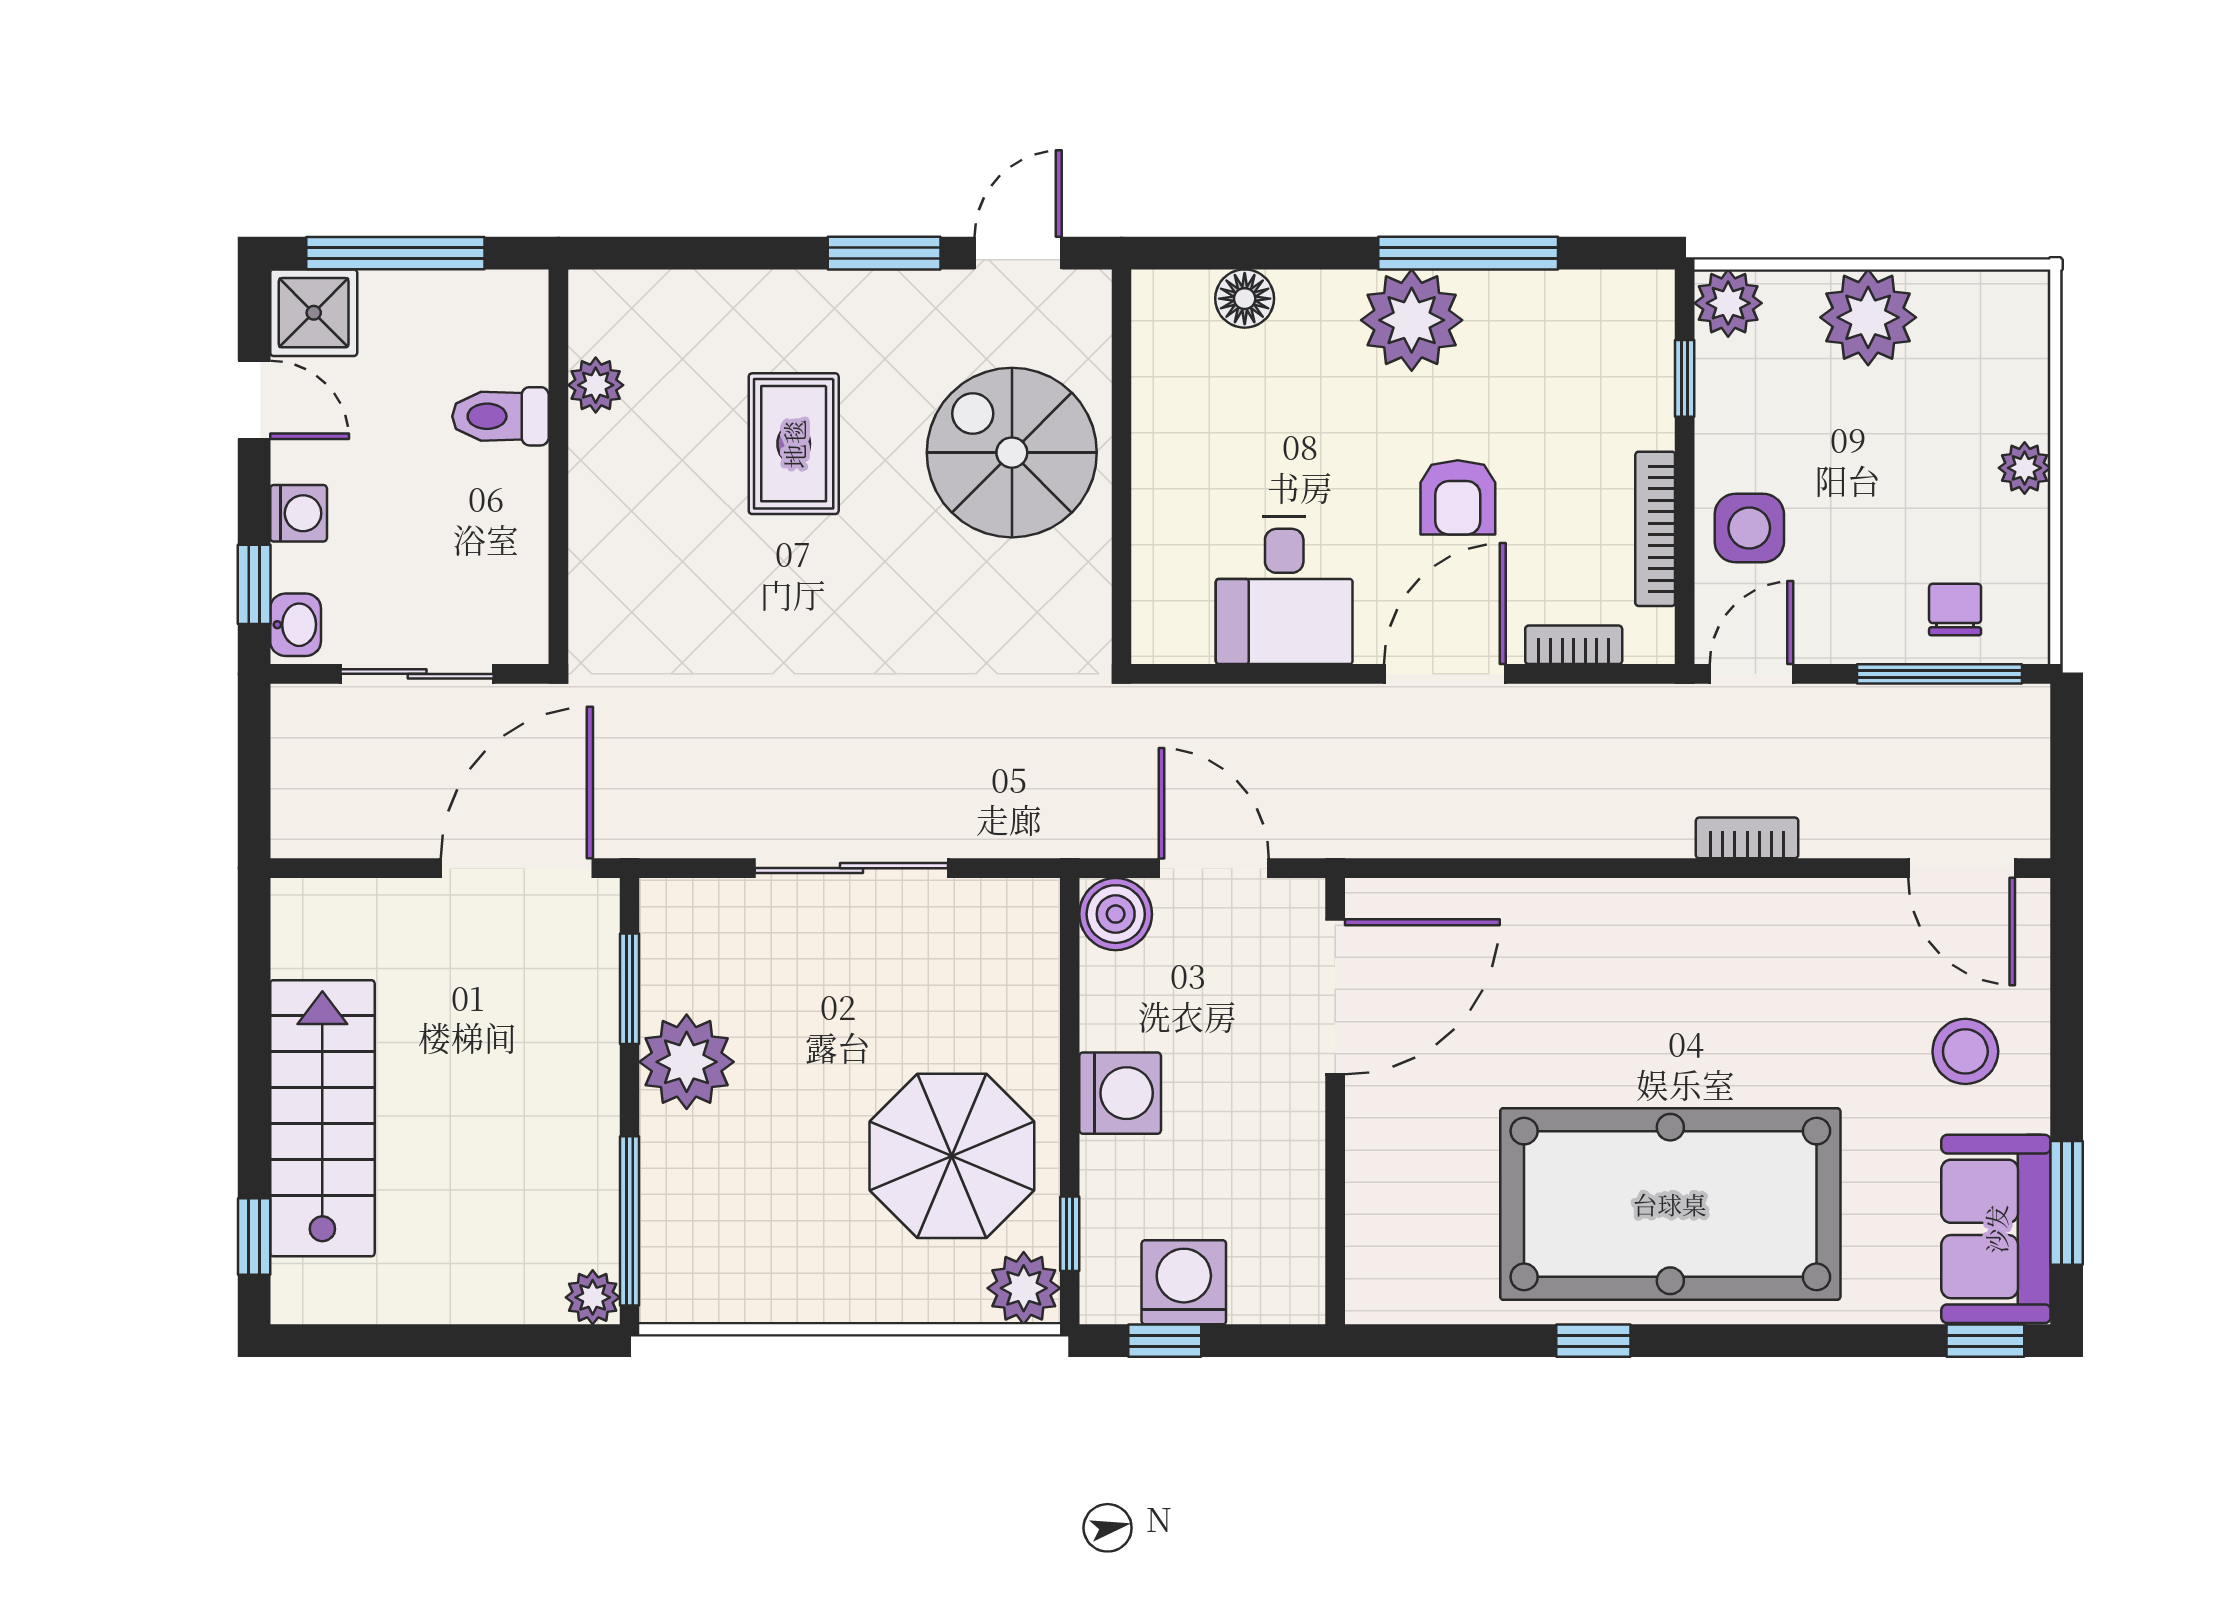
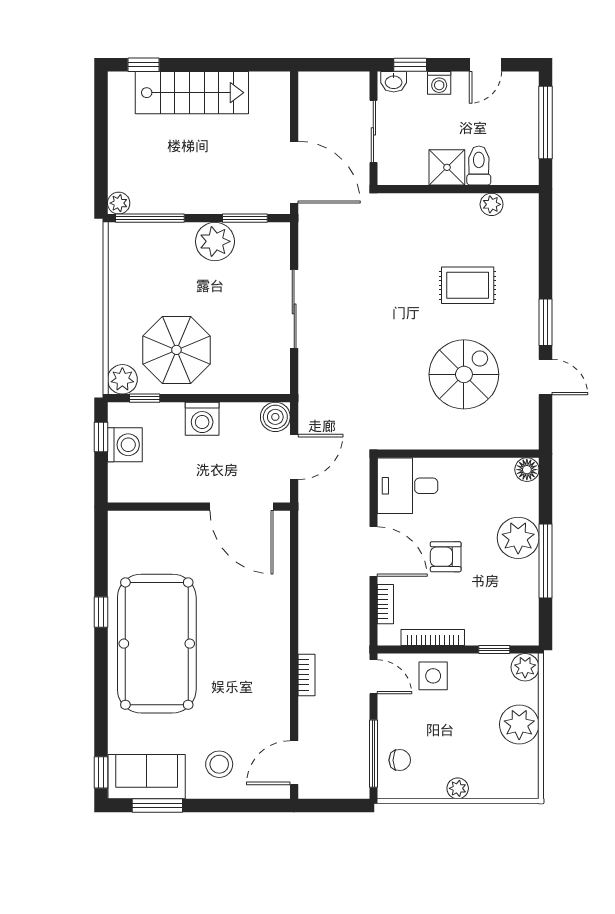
shower: (314, 313) -> (447, 167), moved
wall: (1122, 467) -> (458, 454), moved

